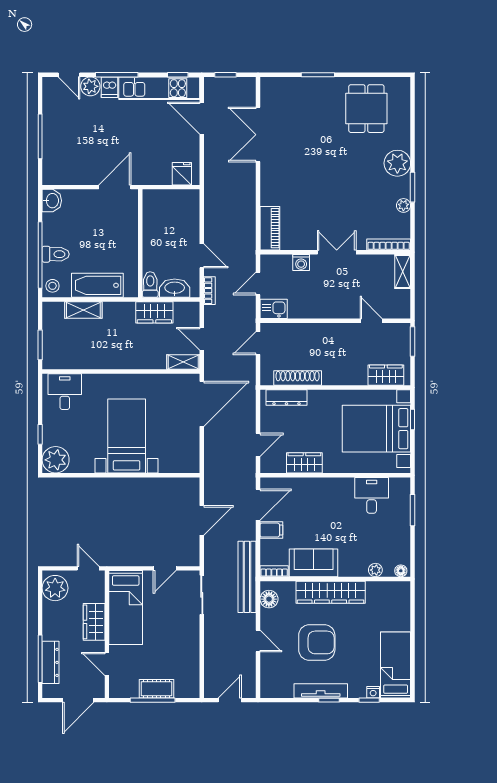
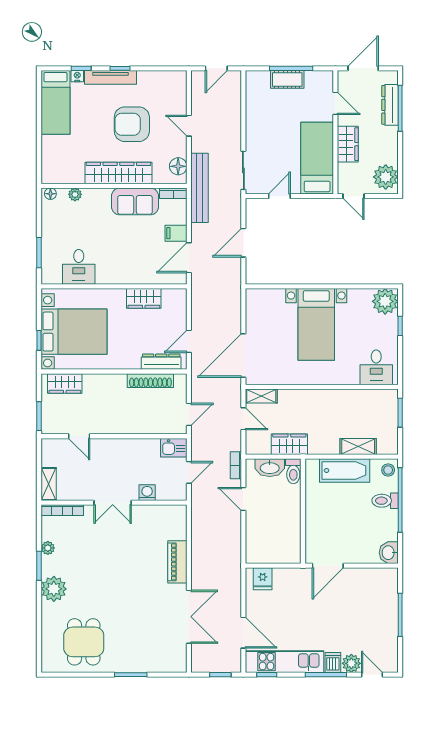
piano: (270, 228) -> (177, 562), moved
door: (258, 445) -> (189, 341), moved
tv unit: (321, 691) -> (110, 77), moved

